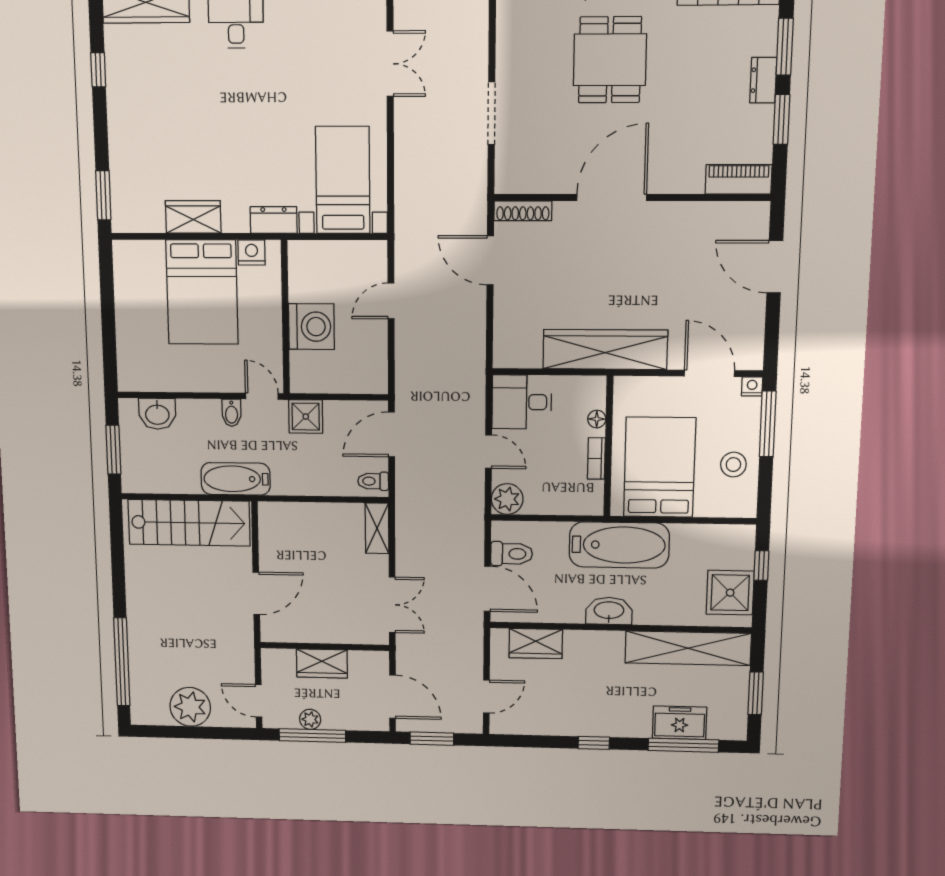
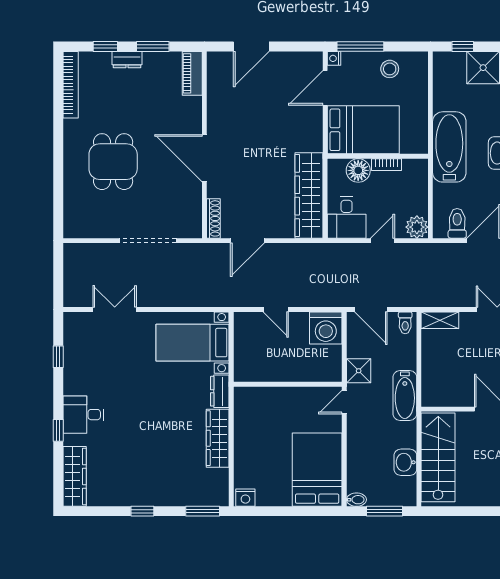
window: (785, 47) -> (105, 47), width x0.67
dining table: (610, 60) -> (113, 162), turned 90
window: (98, 70) -> (142, 511), moved
doorway: (491, 113) -> (148, 241), width x1.36
wardrobe: (193, 217) -> (218, 438), width x1.50
nightstand: (251, 252) -> (245, 498), moved, turned -90
bed: (202, 292) -> (317, 470), moved, turned -90
washing machine: (311, 327) -> (326, 328), moved, turned 180
wardrobe: (605, 349) -> (309, 195), moved
bidet: (231, 413) -> (356, 500), moved
washbasin: (157, 414) -> (405, 462), moved, turned 180
floor lamp: (597, 419) -> (358, 170), width x1.89, depth x1.89
bed: (659, 467) -> (363, 130), moved, turned 180
bathtub: (236, 479) -> (405, 396), moved

